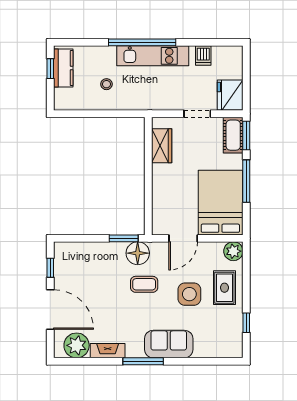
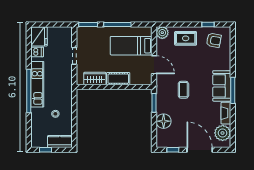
kitchen counter: (63, 68) -> (60, 142), moved
fridge: (230, 95) -> (39, 36), moved, turned -90
cot: (233, 135) -> (118, 79), moved
bed: (220, 203) -> (131, 46), width x0.67
floor lamp: (138, 253) -> (164, 121), moved
side table: (189, 294) -> (190, 61), removed
door: (50, 310) -> (200, 150), hinge flipped
armchair: (221, 332) -> (214, 40), added
sofa: (169, 344) -> (222, 86), moved

